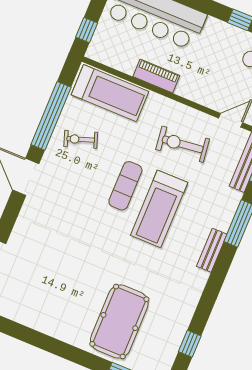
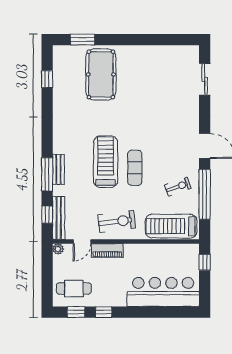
piano: (156, 76) -> (107, 251), moved
exercise bike: (183, 144) -> (117, 221), moved
bench: (212, 250) -> (58, 169), moved

